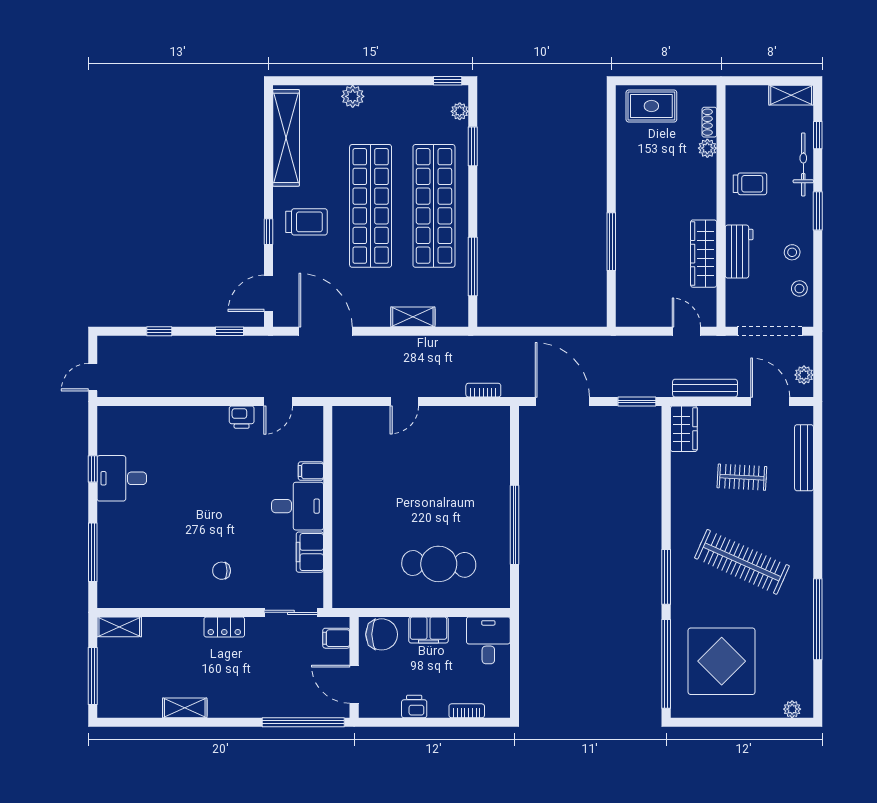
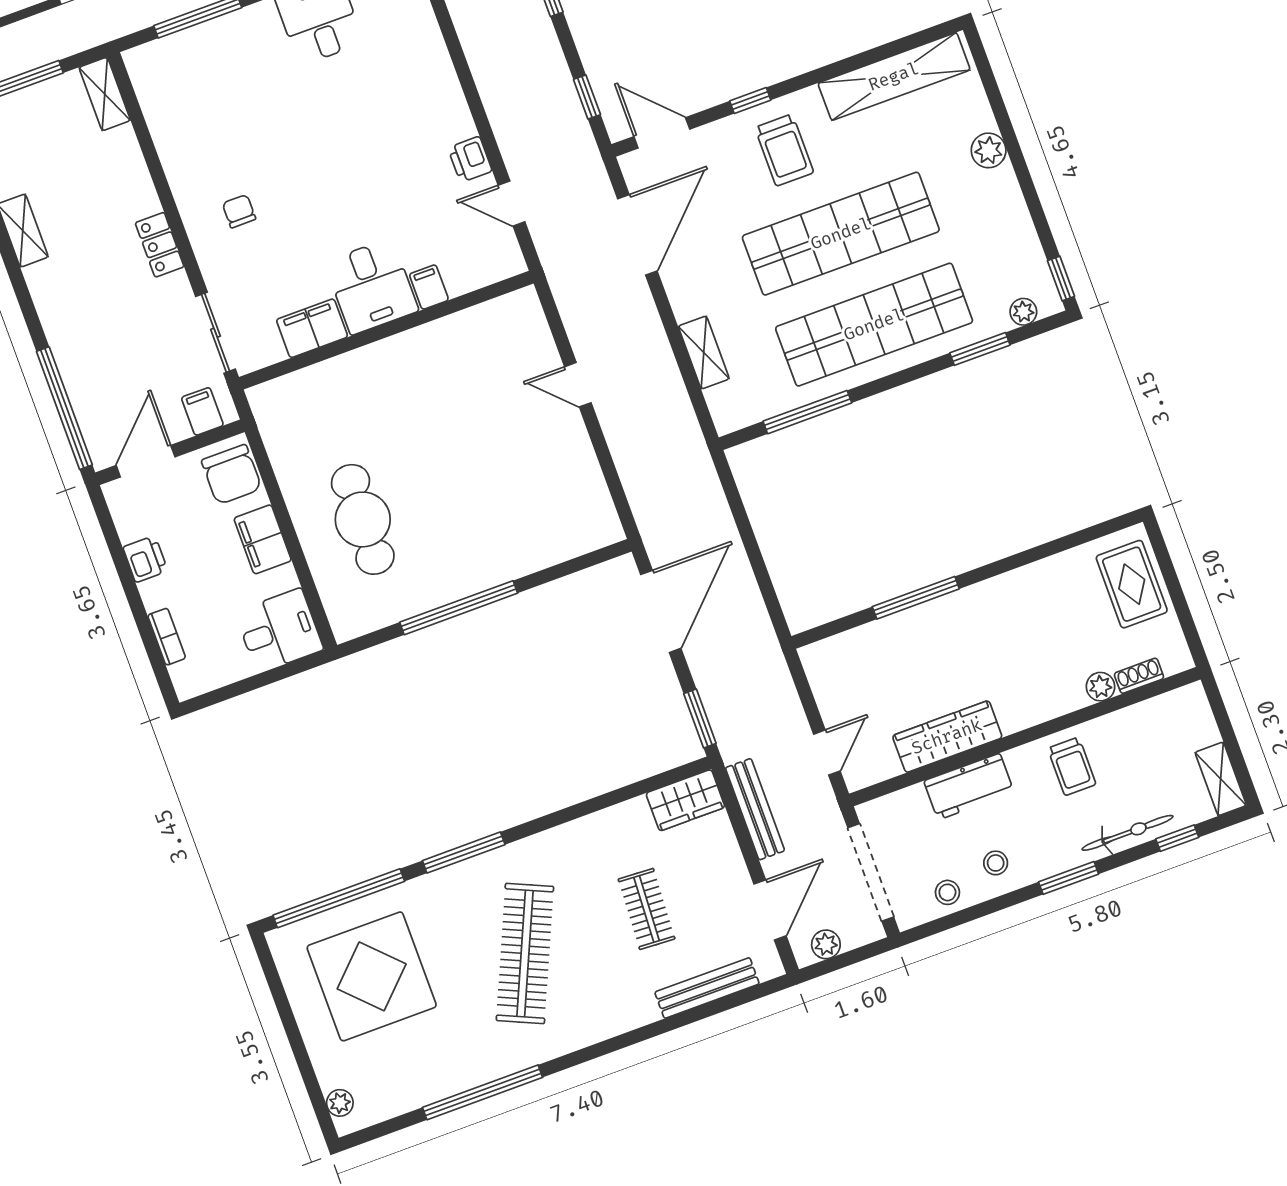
bookcase: (483, 390) -> (636, 492), removed

